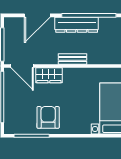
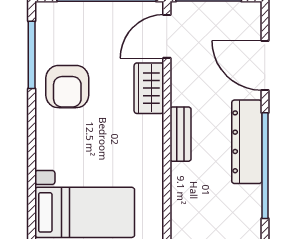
armchair: (48, 117) -> (67, 87), turned 90

